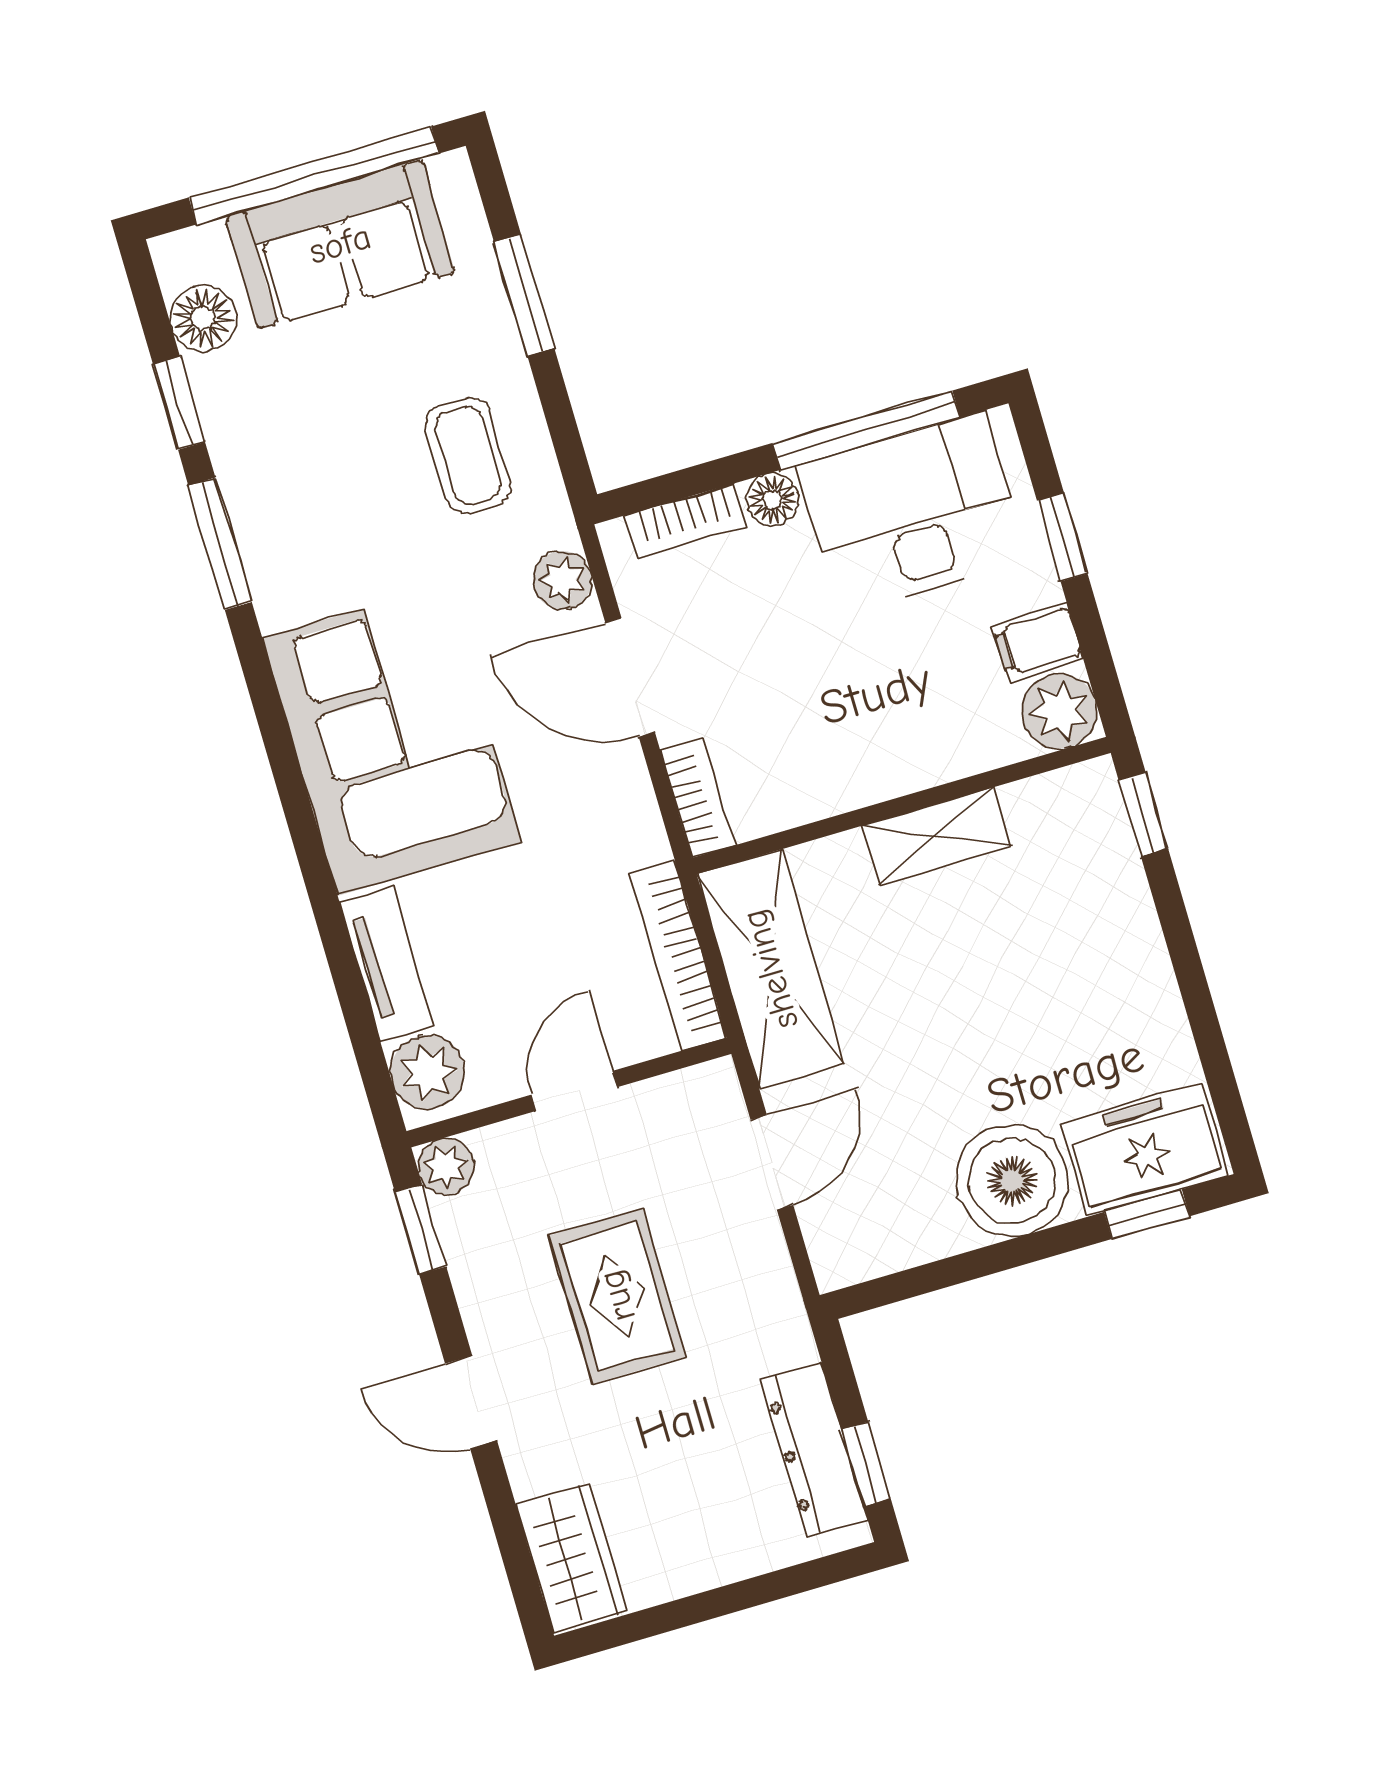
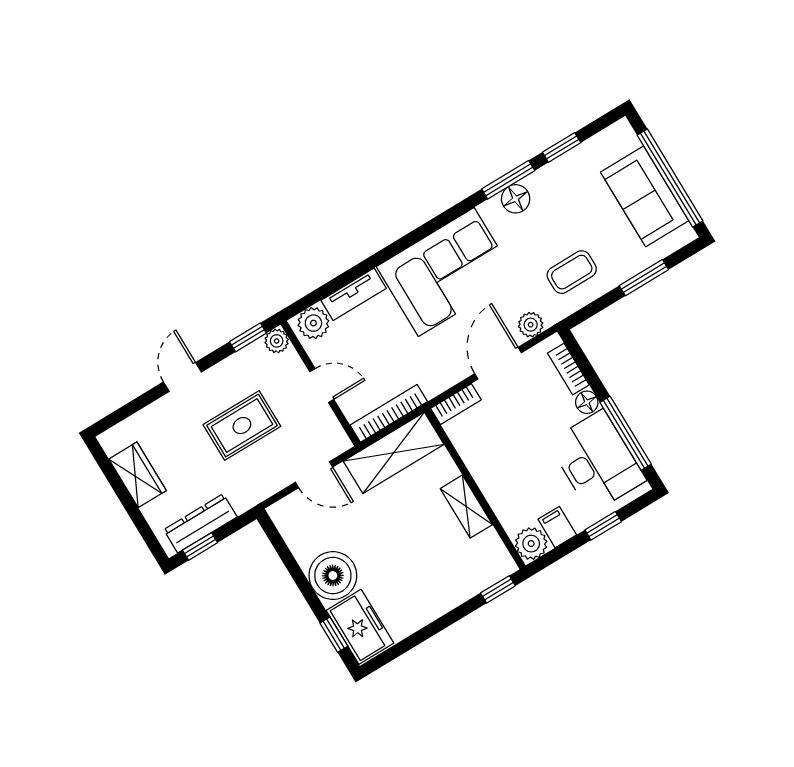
floor lamp: (203, 318) -> (516, 199), moved
wardrobe: (572, 1558) -> (138, 475), moved, turned -90

